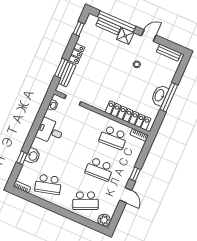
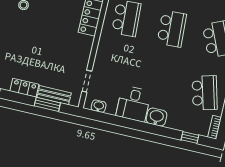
washbasin: (33, 156) -> (157, 117), moved
window: (22, 158) -> (190, 137), moved

